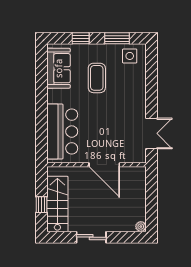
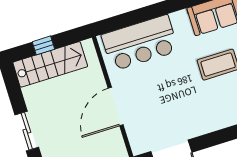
sliding door: (91, 237) -> (27, 131), moved

